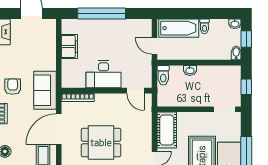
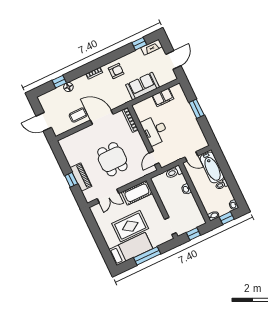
window: (102, 13) -> (197, 109), width x0.47
door: (154, 46) -> (191, 156), swing flipped
sofa: (45, 90) -> (143, 86), moved
dining table: (101, 143) -> (112, 159), moved

